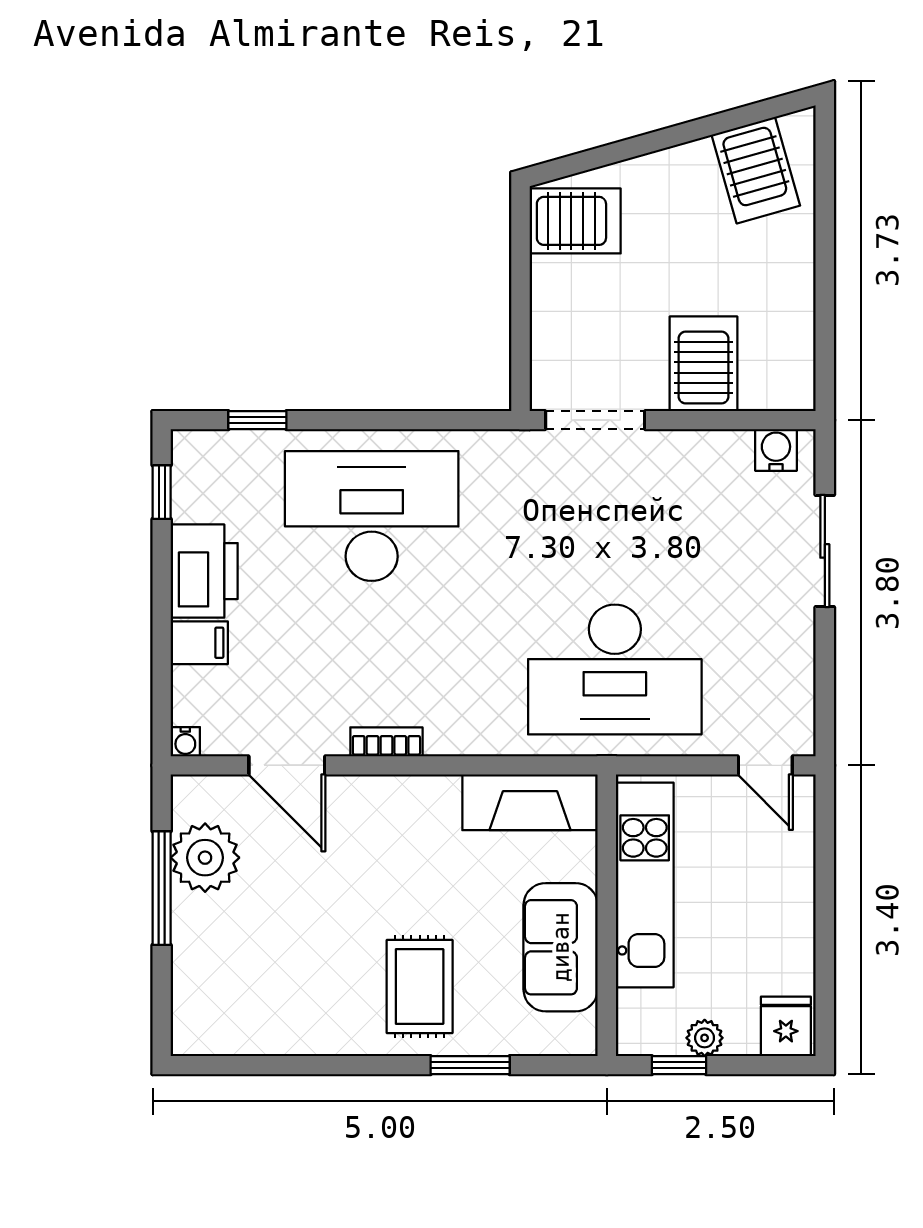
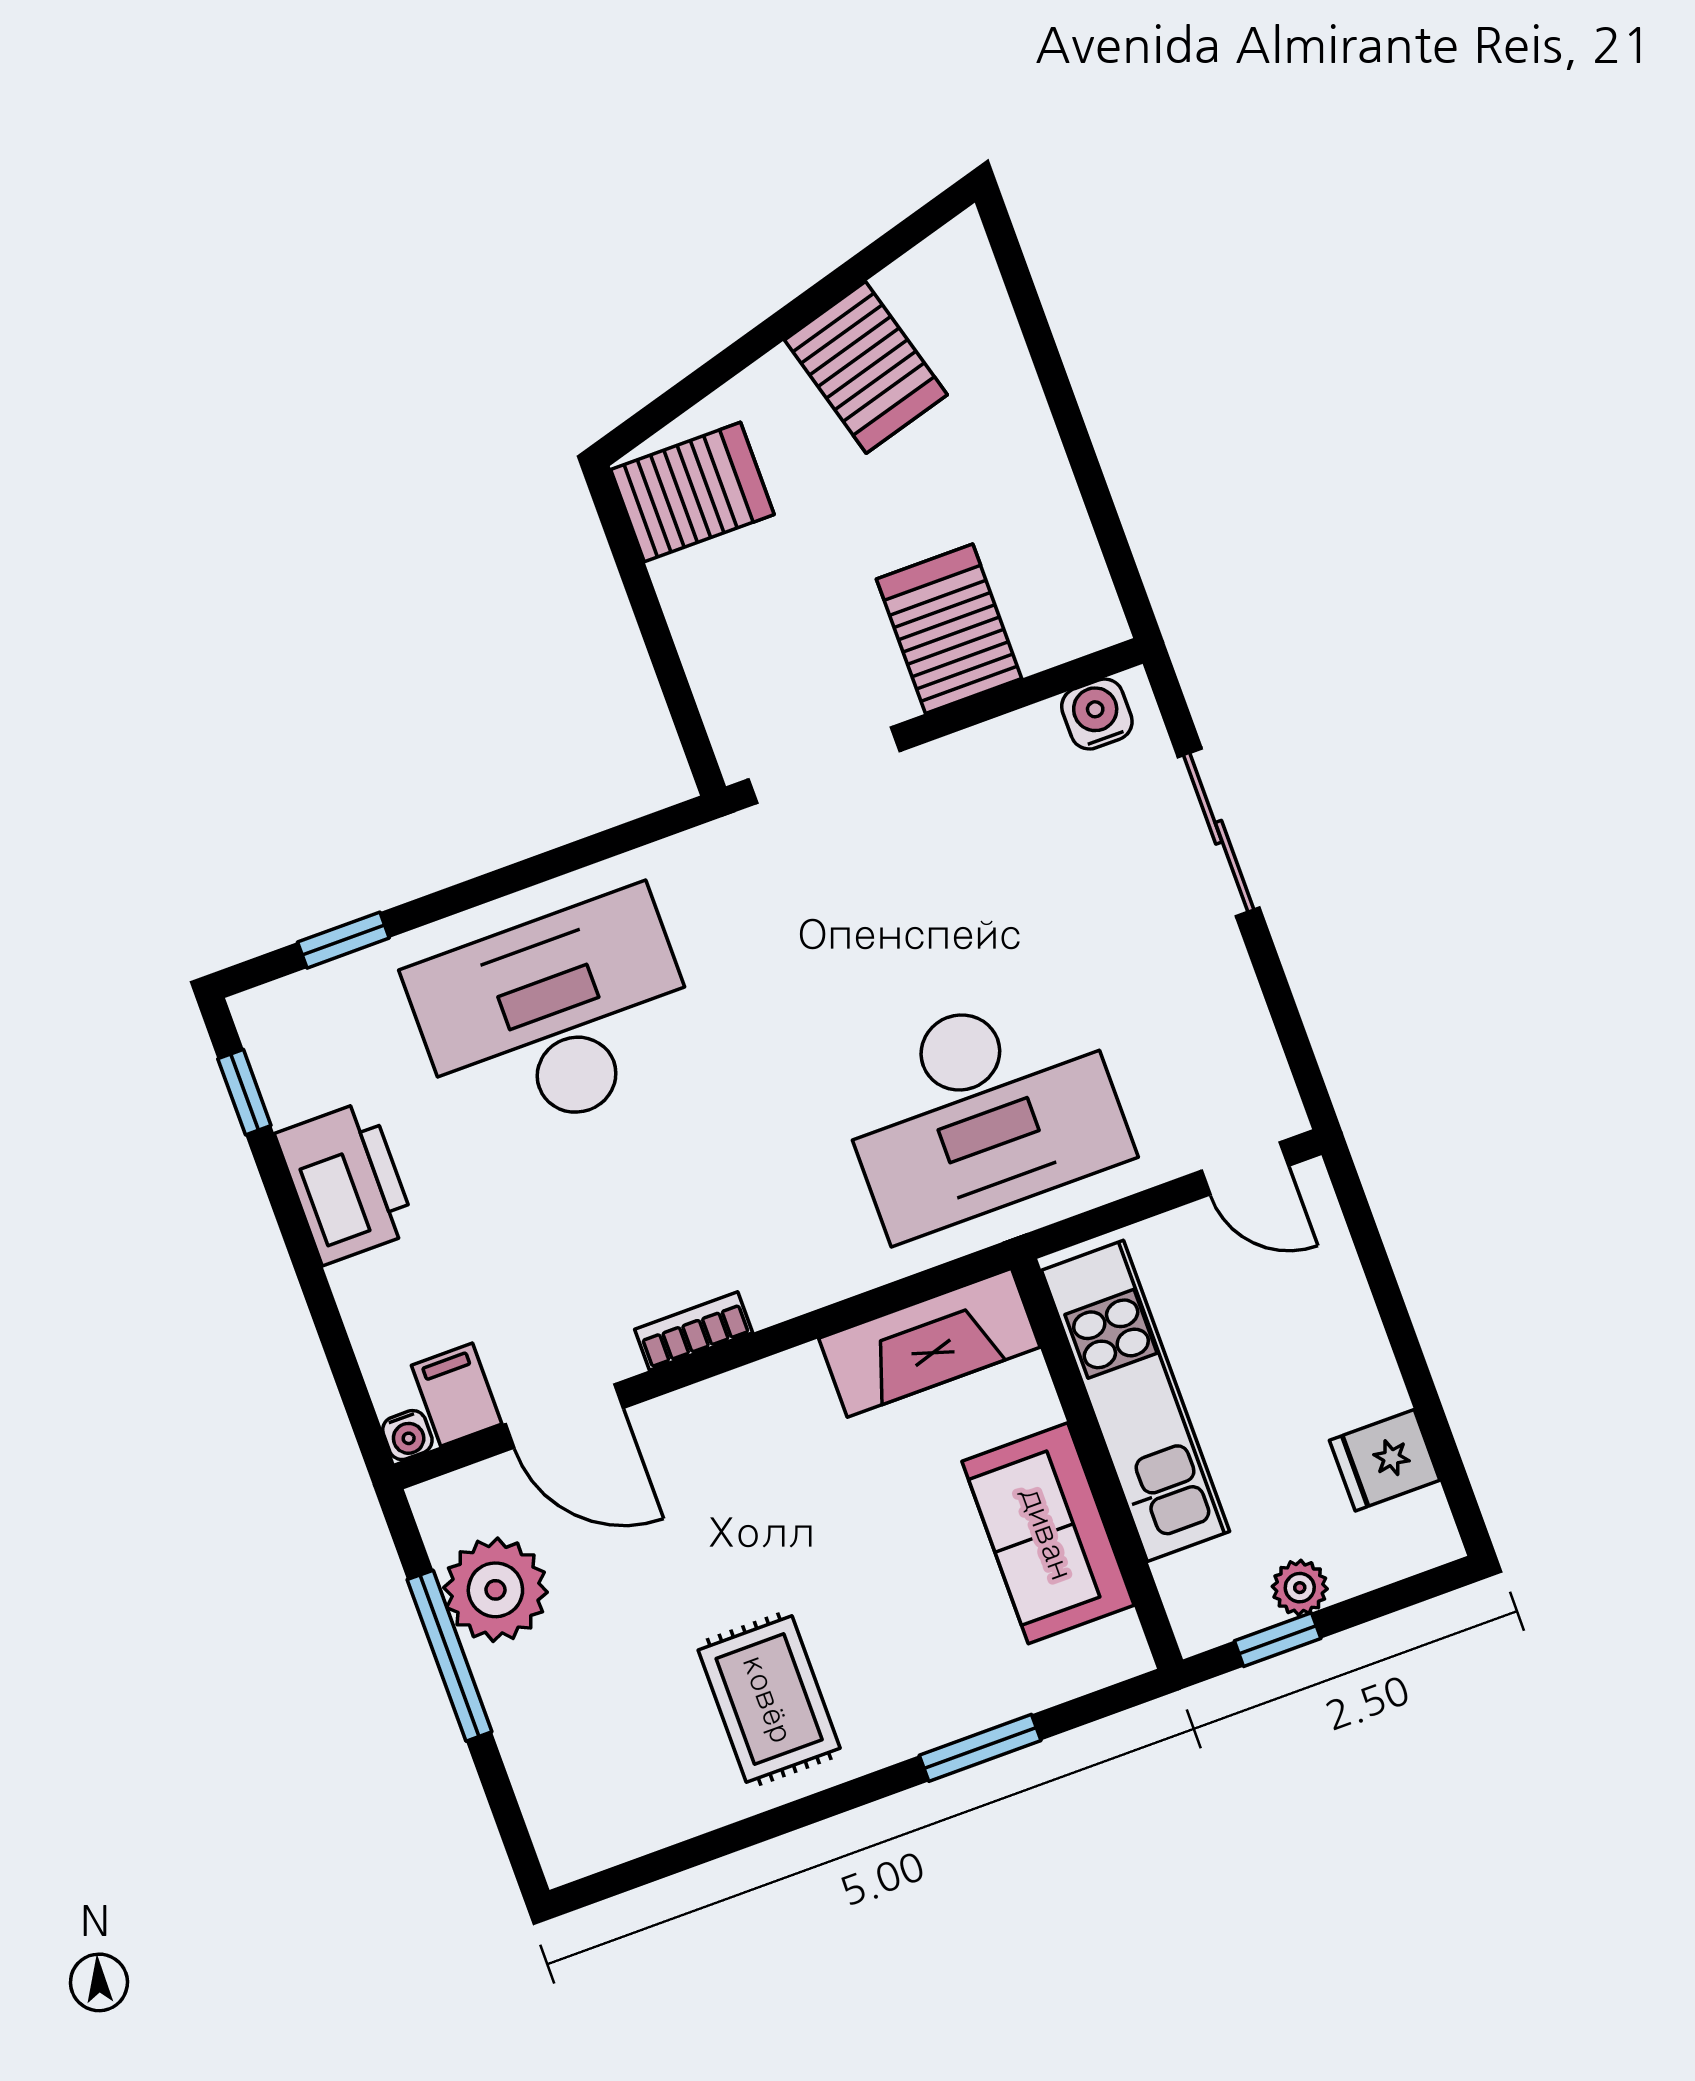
server rack: (756, 170) -> (866, 367), moved
filing cabinet: (199, 643) -> (457, 1395), moved, turned -90
rug: (420, 987) -> (769, 1699), moved
fridge: (786, 1026) -> (1385, 1460), moved, turned -90

